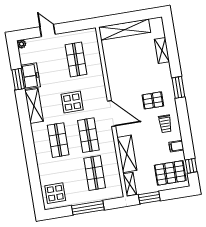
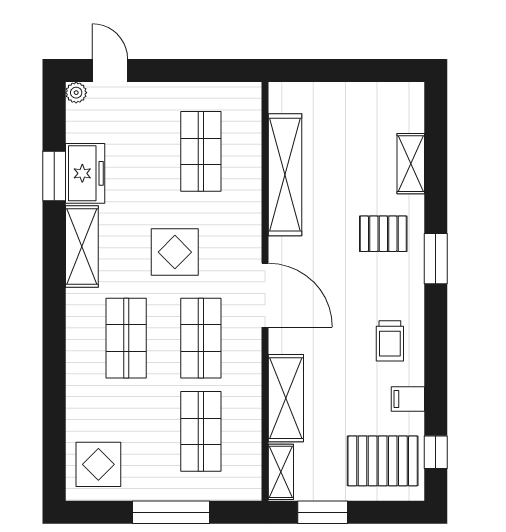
shelving: (125, 30) -> (285, 175), moved, turned 90
door: (48, 31) -> (110, 71), moved
pallet: (153, 100) -> (383, 234), moved

